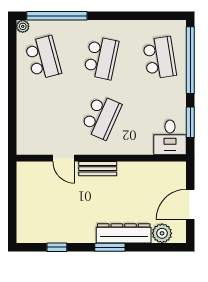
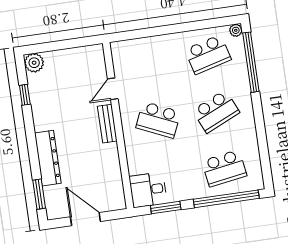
school desk: (101, 58) -> (216, 111), turned -36
plant: (162, 233) -> (34, 63), moved
window: (110, 247) -> (39, 194), moved

